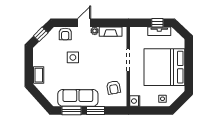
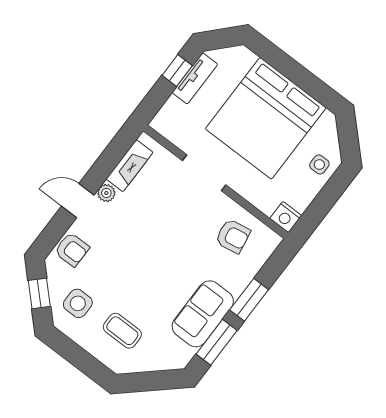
door: (84, 23) -> (78, 201), hinge flipped
side table: (73, 57) -> (78, 303), moved
coffee table: (39, 75) -> (122, 331), moved
sofa: (78, 98) -> (203, 314), width x0.73

